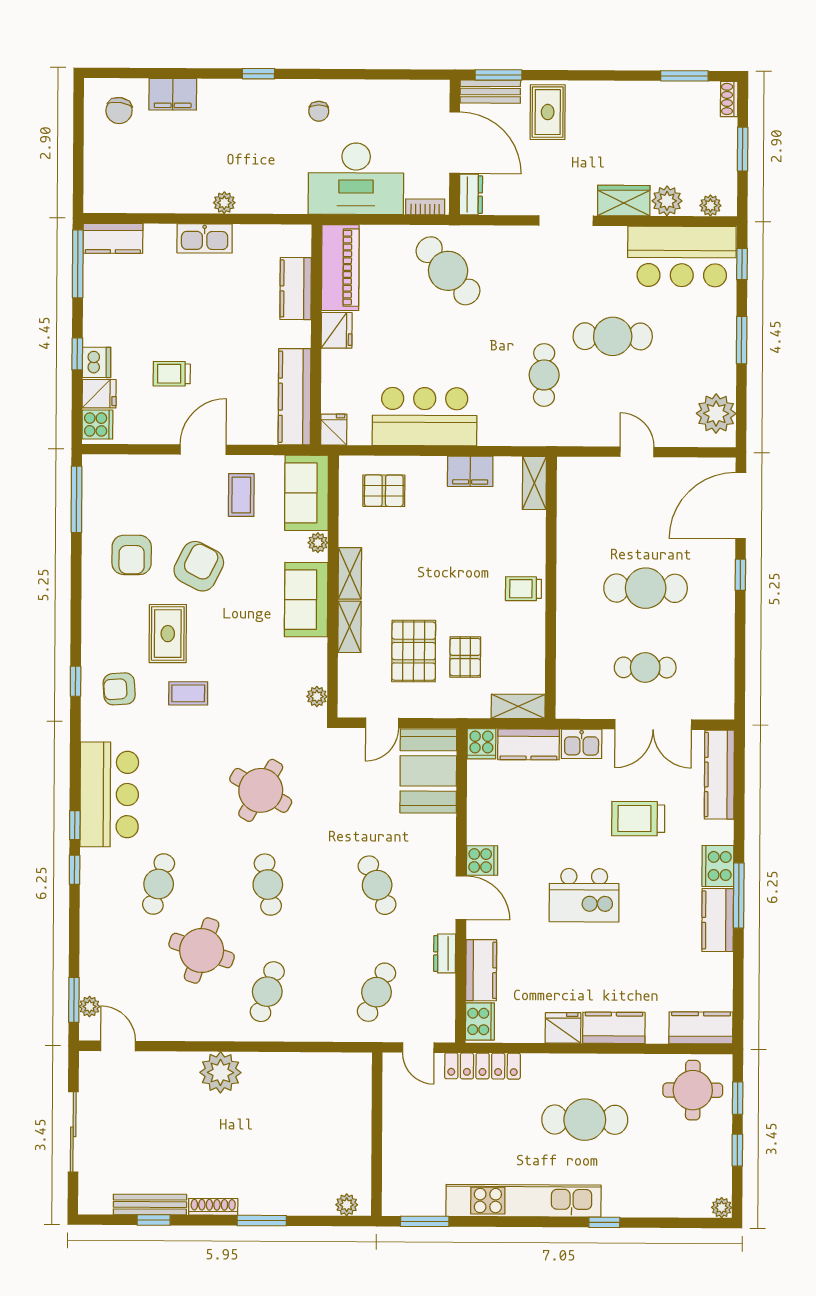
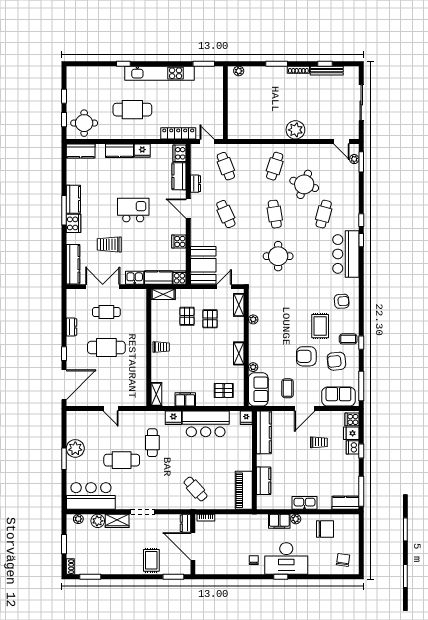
bench: (490, 92) -> (177, 569), removed
filing cabinet: (173, 94) -> (279, 521), moved, turned 180
desk: (356, 179) -> (286, 559), moved, turned 180
chair: (159, 180) -> (325, 529), added
window: (742, 264) -> (64, 493), removed
cafe table: (448, 271) -> (196, 489), width x0.73, depth x0.74
fridge: (337, 330) -> (173, 418), moved, turned -90
plant: (716, 414) -> (75, 448), moved
armchair: (132, 555) -> (336, 361), turned -96
armchair: (199, 566) -> (306, 356), turned 63
sofa: (306, 600) -> (338, 397), moved, turned -90
shelving: (349, 627) -> (239, 305), moved
dresser: (723, 634) -> (71, 327), added
pallet: (414, 651) -> (210, 319), width x0.67, depth x0.71
window: (76, 681) -> (361, 343), moved
coffee table: (188, 693) -> (348, 339), moved
plant: (317, 696) -> (253, 319), moved
round table: (261, 790) -> (278, 256), turned -30
trolley: (638, 819) -> (109, 244), turned 180
cooker: (482, 861) -> (179, 242), moved
cafe table: (376, 992) -> (226, 166), turned -45
plant: (722, 1208) -> (71, 71), removed

